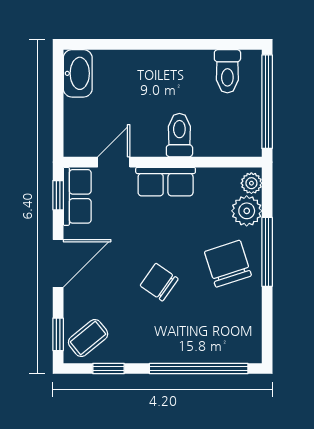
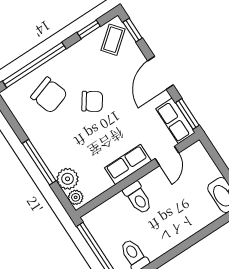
window: (58, 195) -> (187, 114), width x1.50
chair: (228, 264) -> (49, 95), moved

